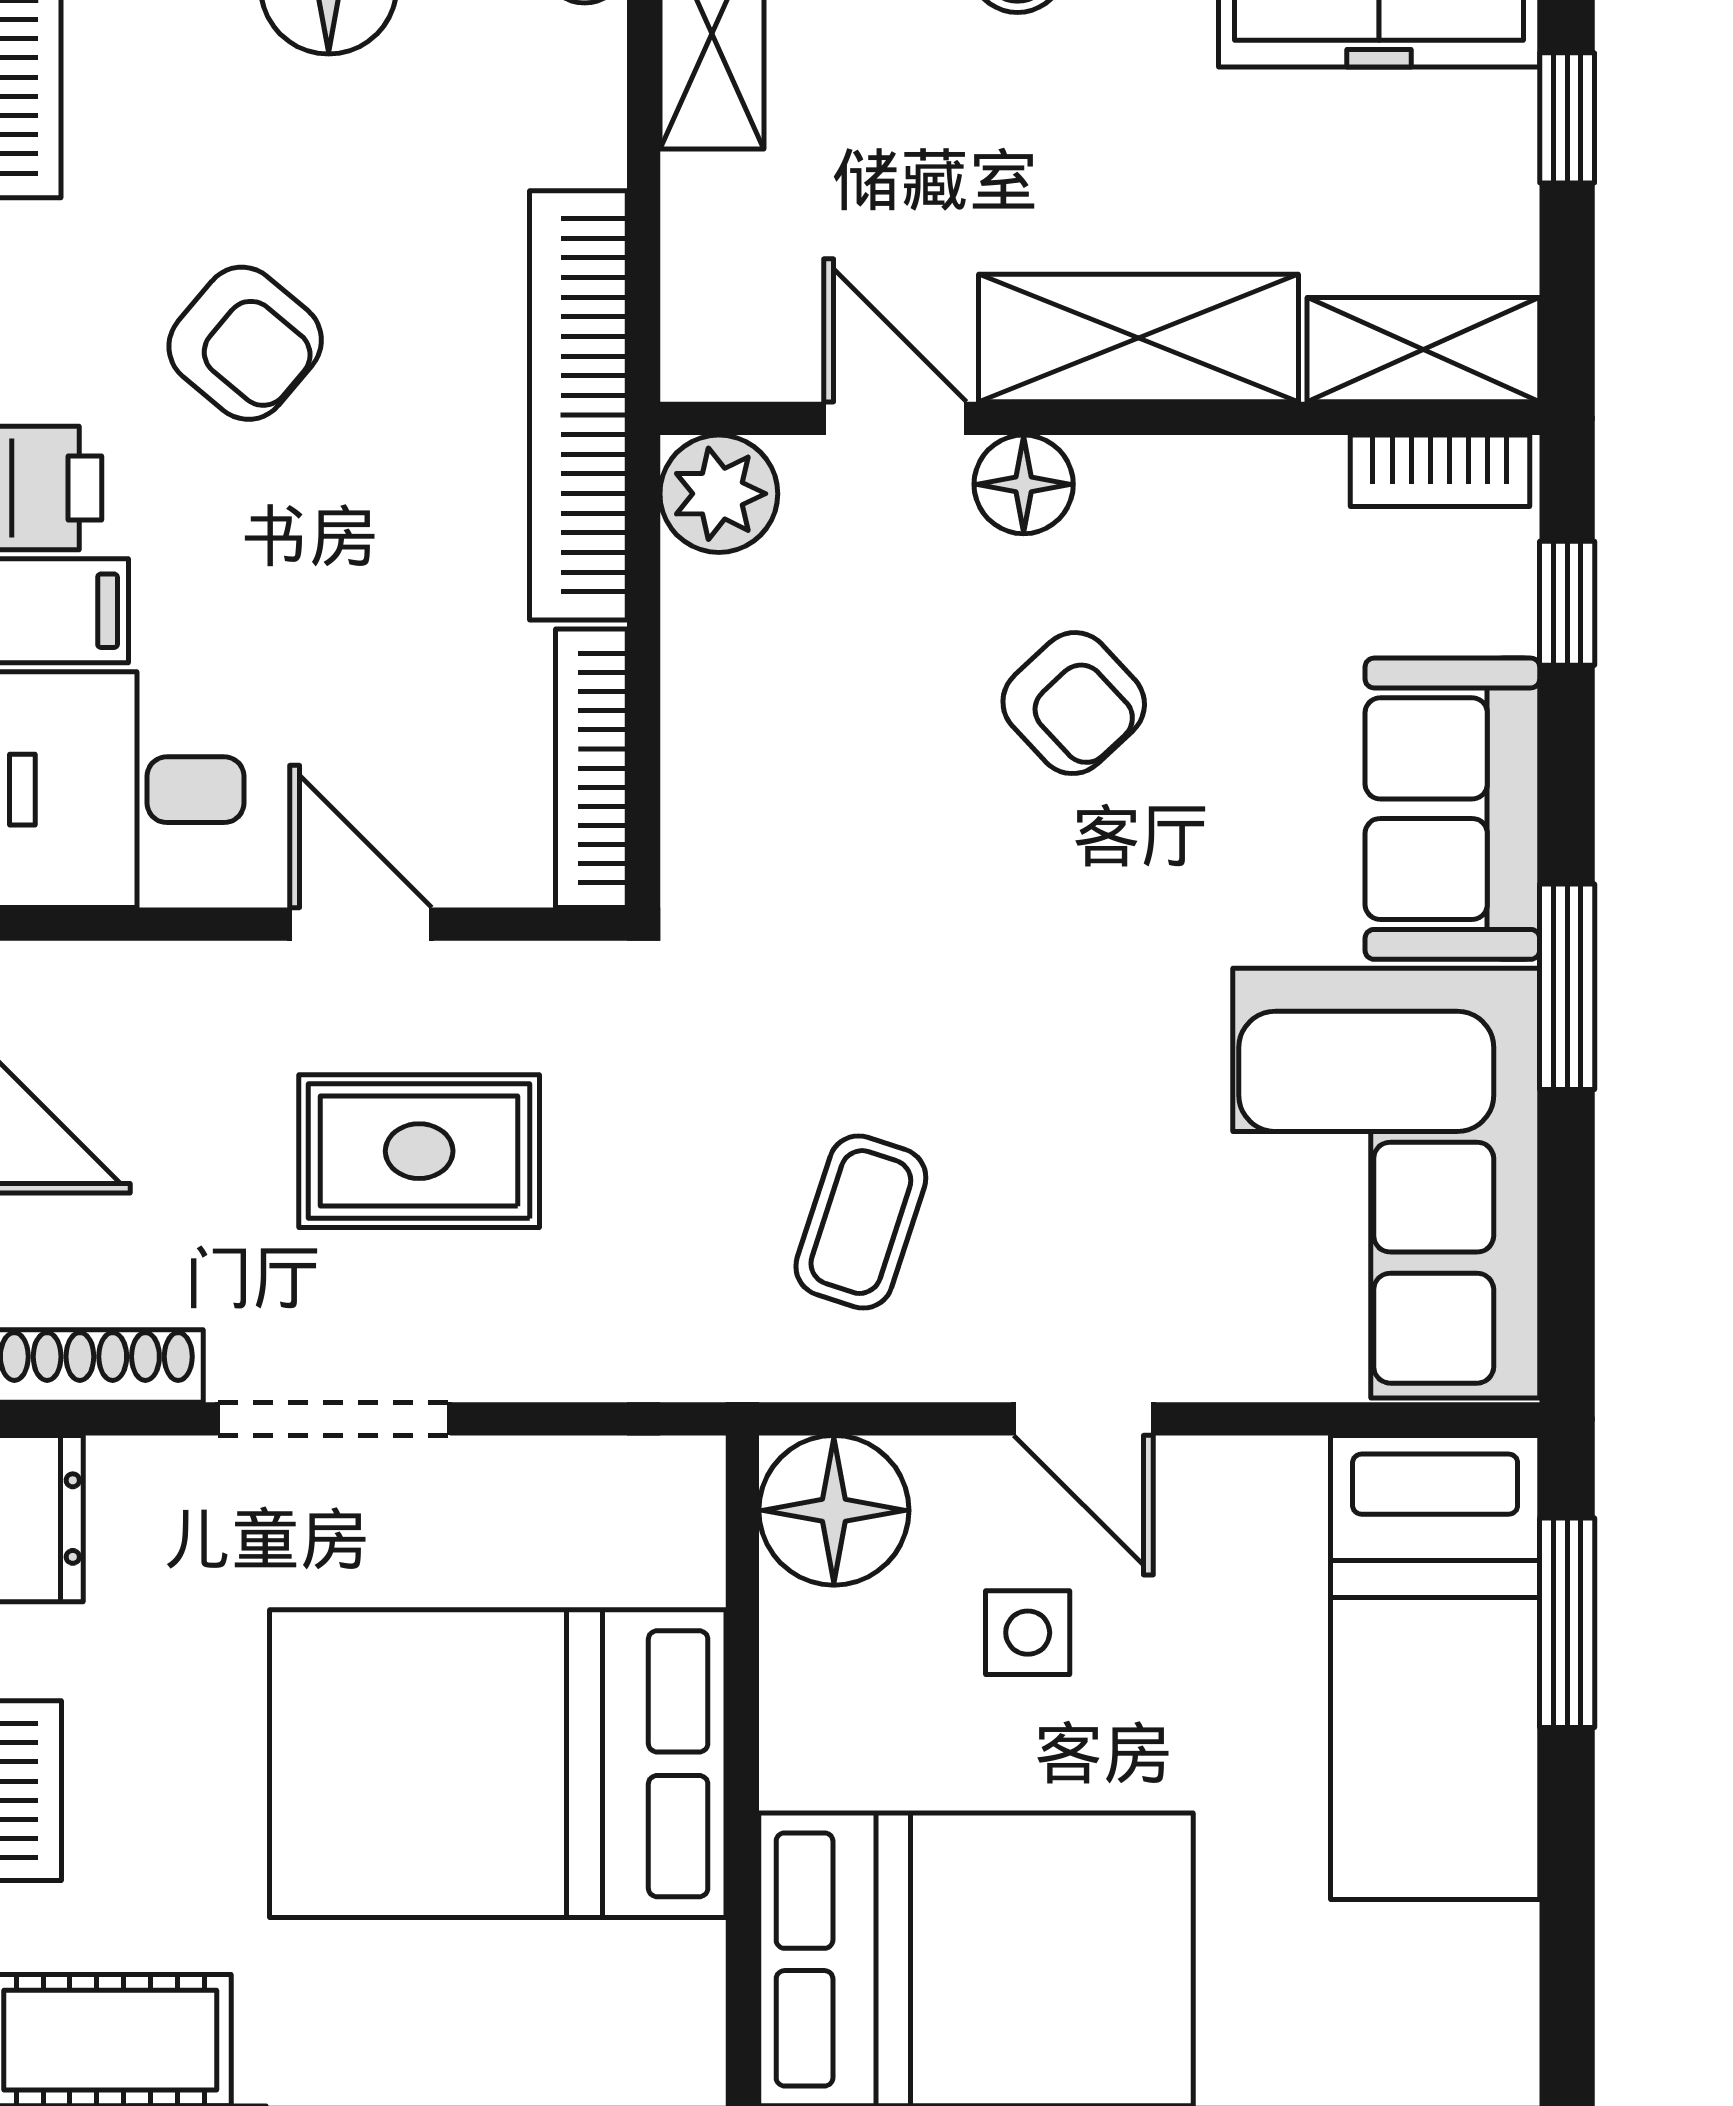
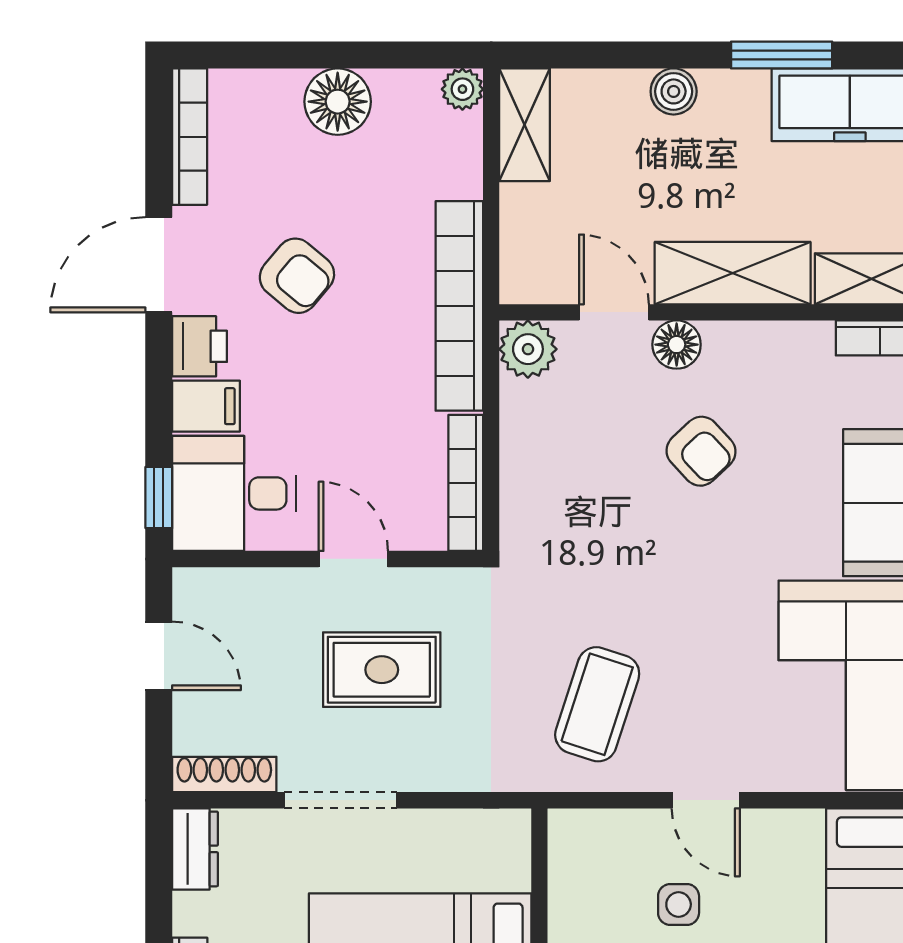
coffee table: (861, 1222) -> (597, 704), width x1.36, depth x1.30
floor lamp: (834, 1510) -> (584, 845), removed

